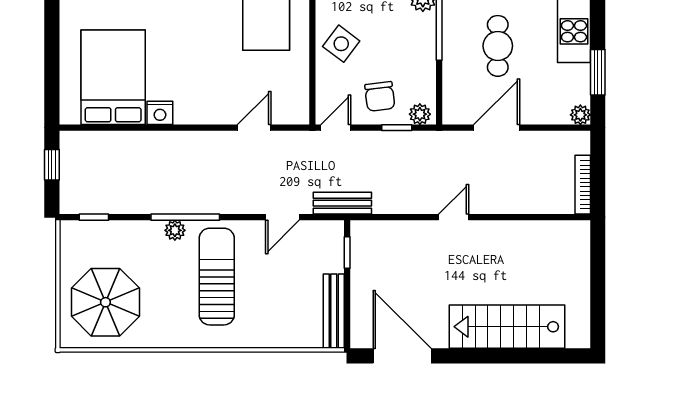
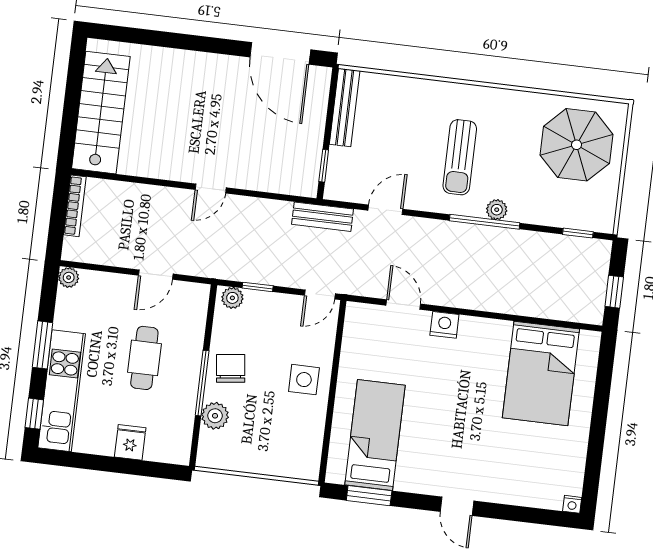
side table: (341, 44) -> (304, 380), turned -37
window: (598, 72) -> (42, 345), moved
chair: (380, 96) -> (231, 368), moved
nightstand: (160, 113) -> (444, 325), moved
door: (254, 128) -> (403, 305), swing flipped
door: (497, 128) -> (156, 275), width x0.73
sun lounger: (217, 277) -> (460, 157), width x0.73, depth x0.75
stairs: (507, 327) -> (101, 113), moved, turned -90

